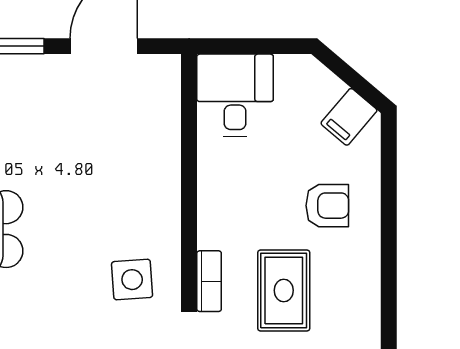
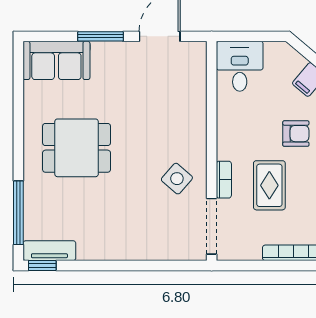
side table: (132, 280) -> (177, 179), turned 45

